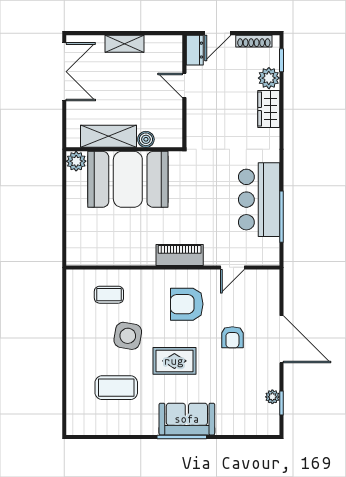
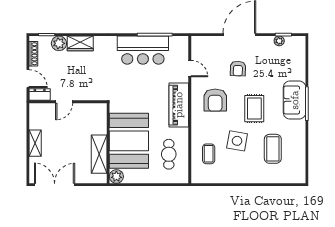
boiler: (146, 139) -> (101, 128), removed
cafe table: (108, 237) -> (169, 154), added
piano: (180, 255) -> (179, 105), width x1.37, depth x1.33
armchair: (232, 337) -> (238, 69), turned 92

